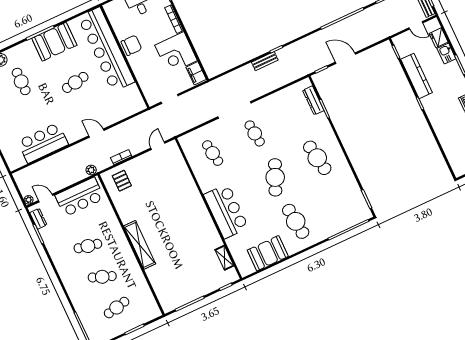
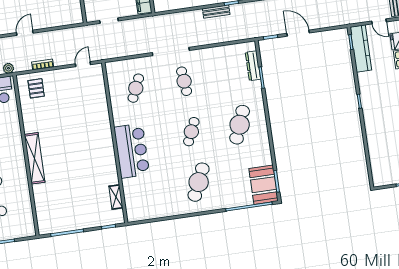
kitchen counter: (417, 76) -> (361, 49), moved
door: (96, 133) -> (25, 33), hinge flipped
cafe table: (213, 153) -> (136, 88), turned 33
cafe table: (317, 158) -> (240, 125), turned 30
cafe table: (275, 177) -> (191, 132), width x0.73, depth x0.74
cafe table: (296, 221) -> (199, 182), turned 30
booth: (268, 253) -> (264, 185), moved, turned 90

